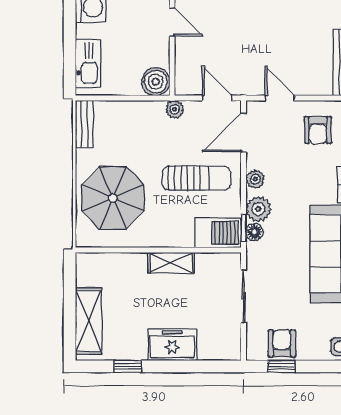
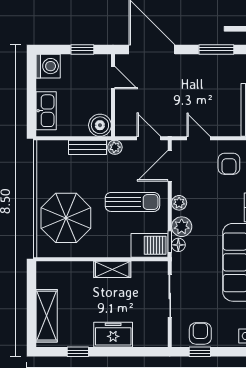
bench: (84, 124) -> (87, 147), moved, turned 90

